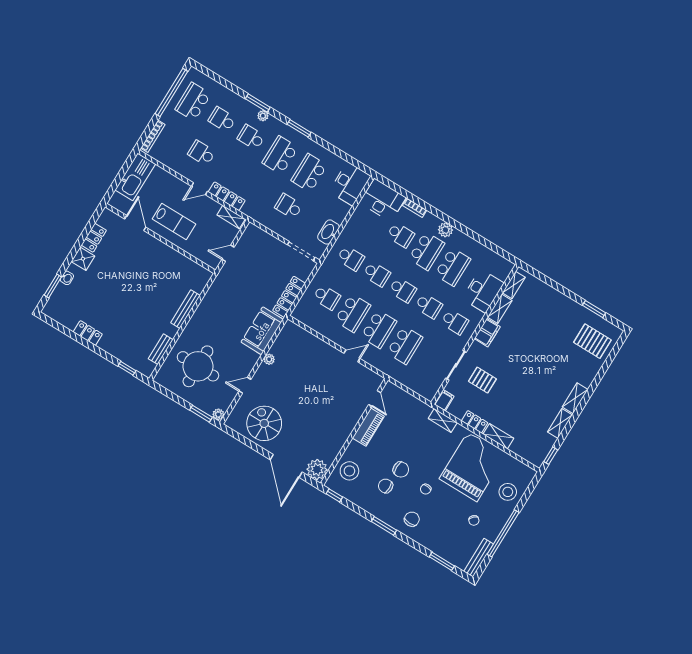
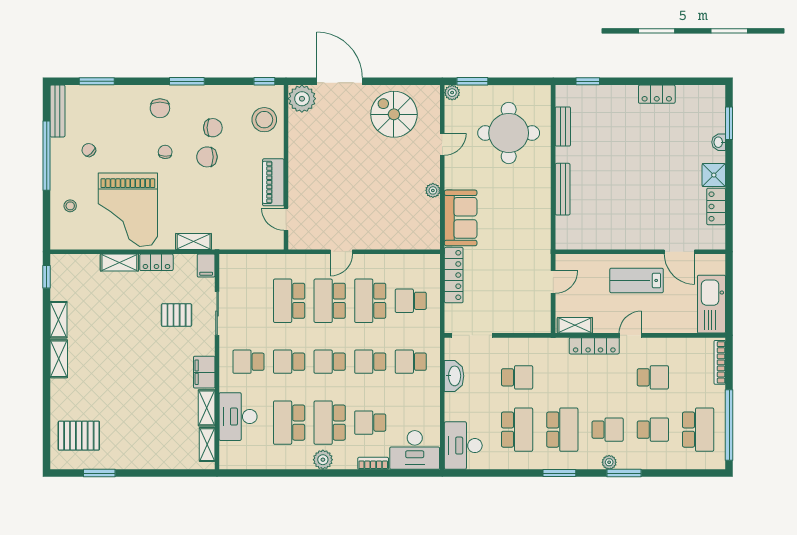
spiral stairs: (264, 423) -> (394, 114), turned 180
stool: (508, 492) -> (70, 206), width x0.53, depth x0.53

